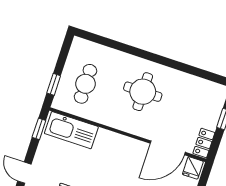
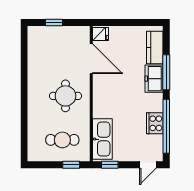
round table: (143, 92) -> (65, 96), moved
locker: (204, 143) -> (78, 32), removed

